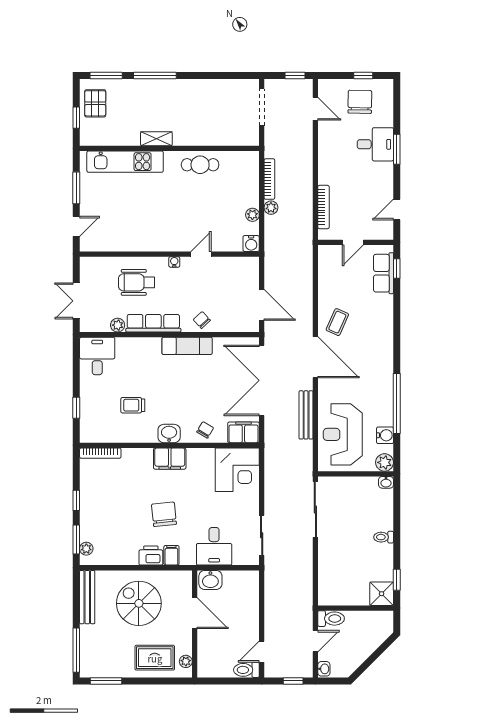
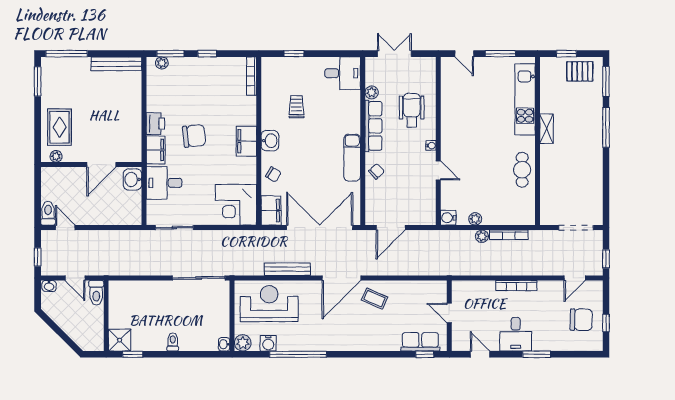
desk: (375, 144) -> (516, 334), moved
bookcase: (323, 207) -> (516, 286), moved
filing cabinet: (171, 555) -> (156, 150), width x2.00
spiral stairs: (139, 603) -> (110, 112), removed

